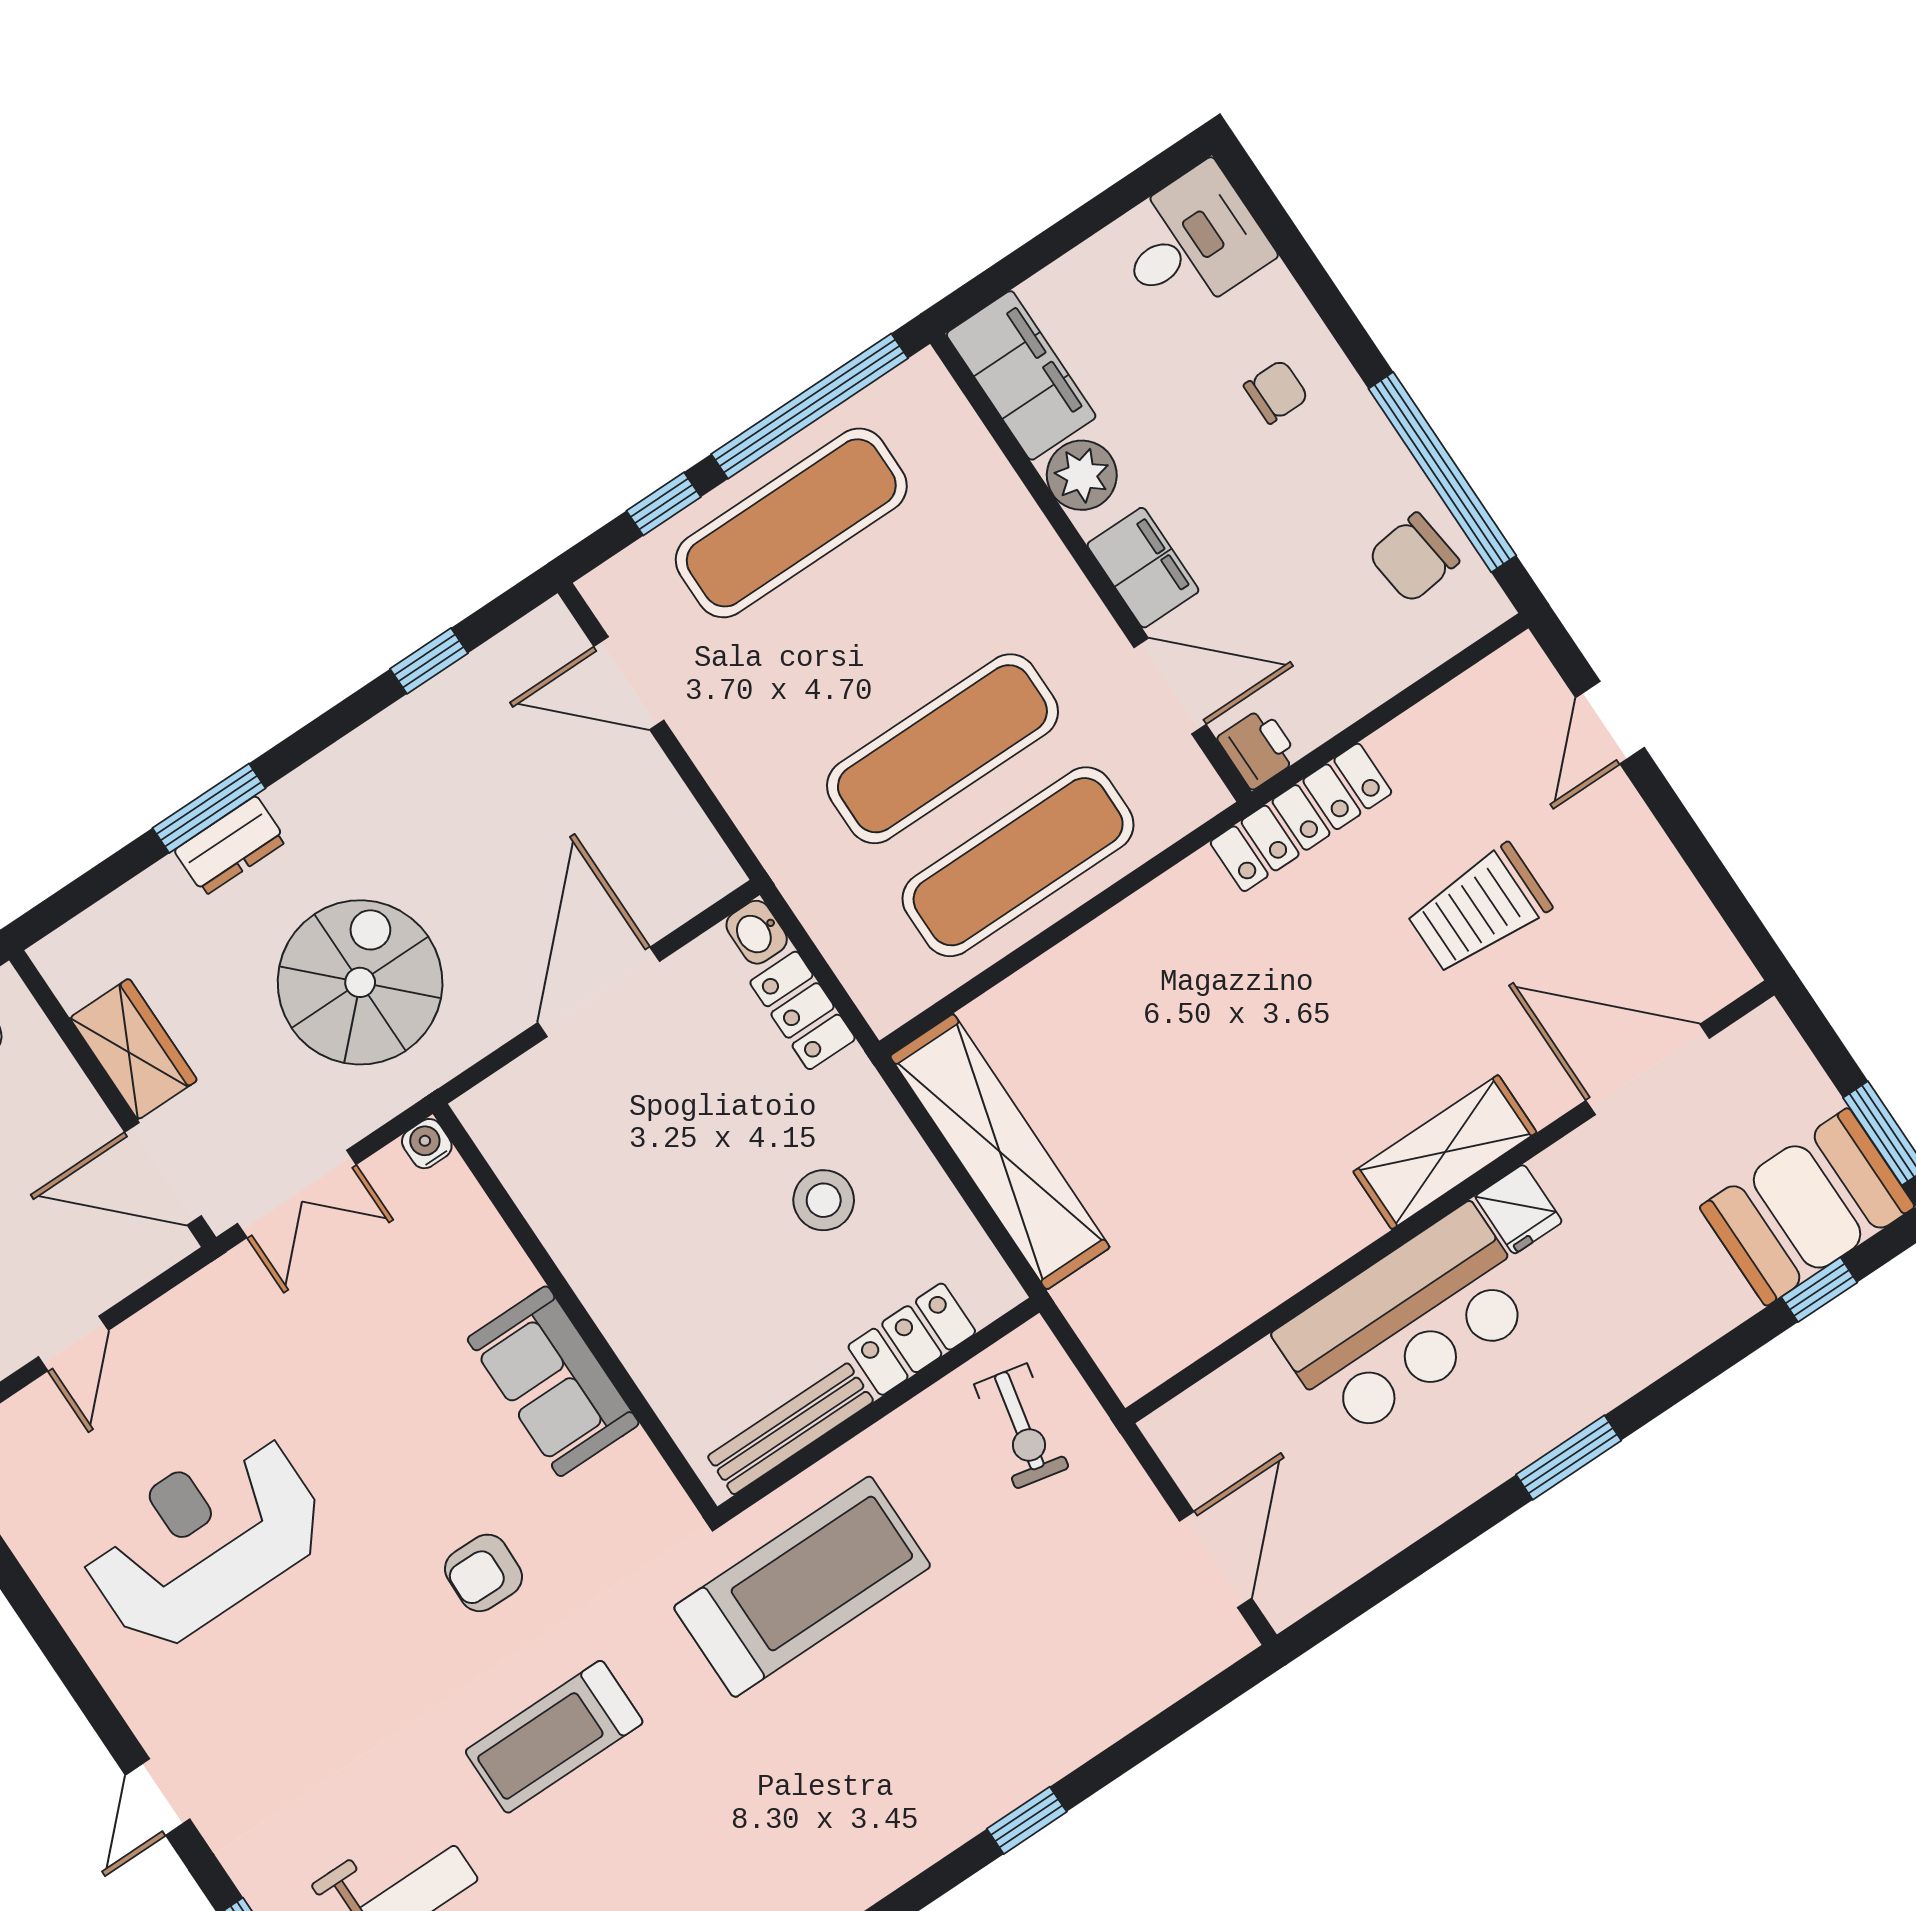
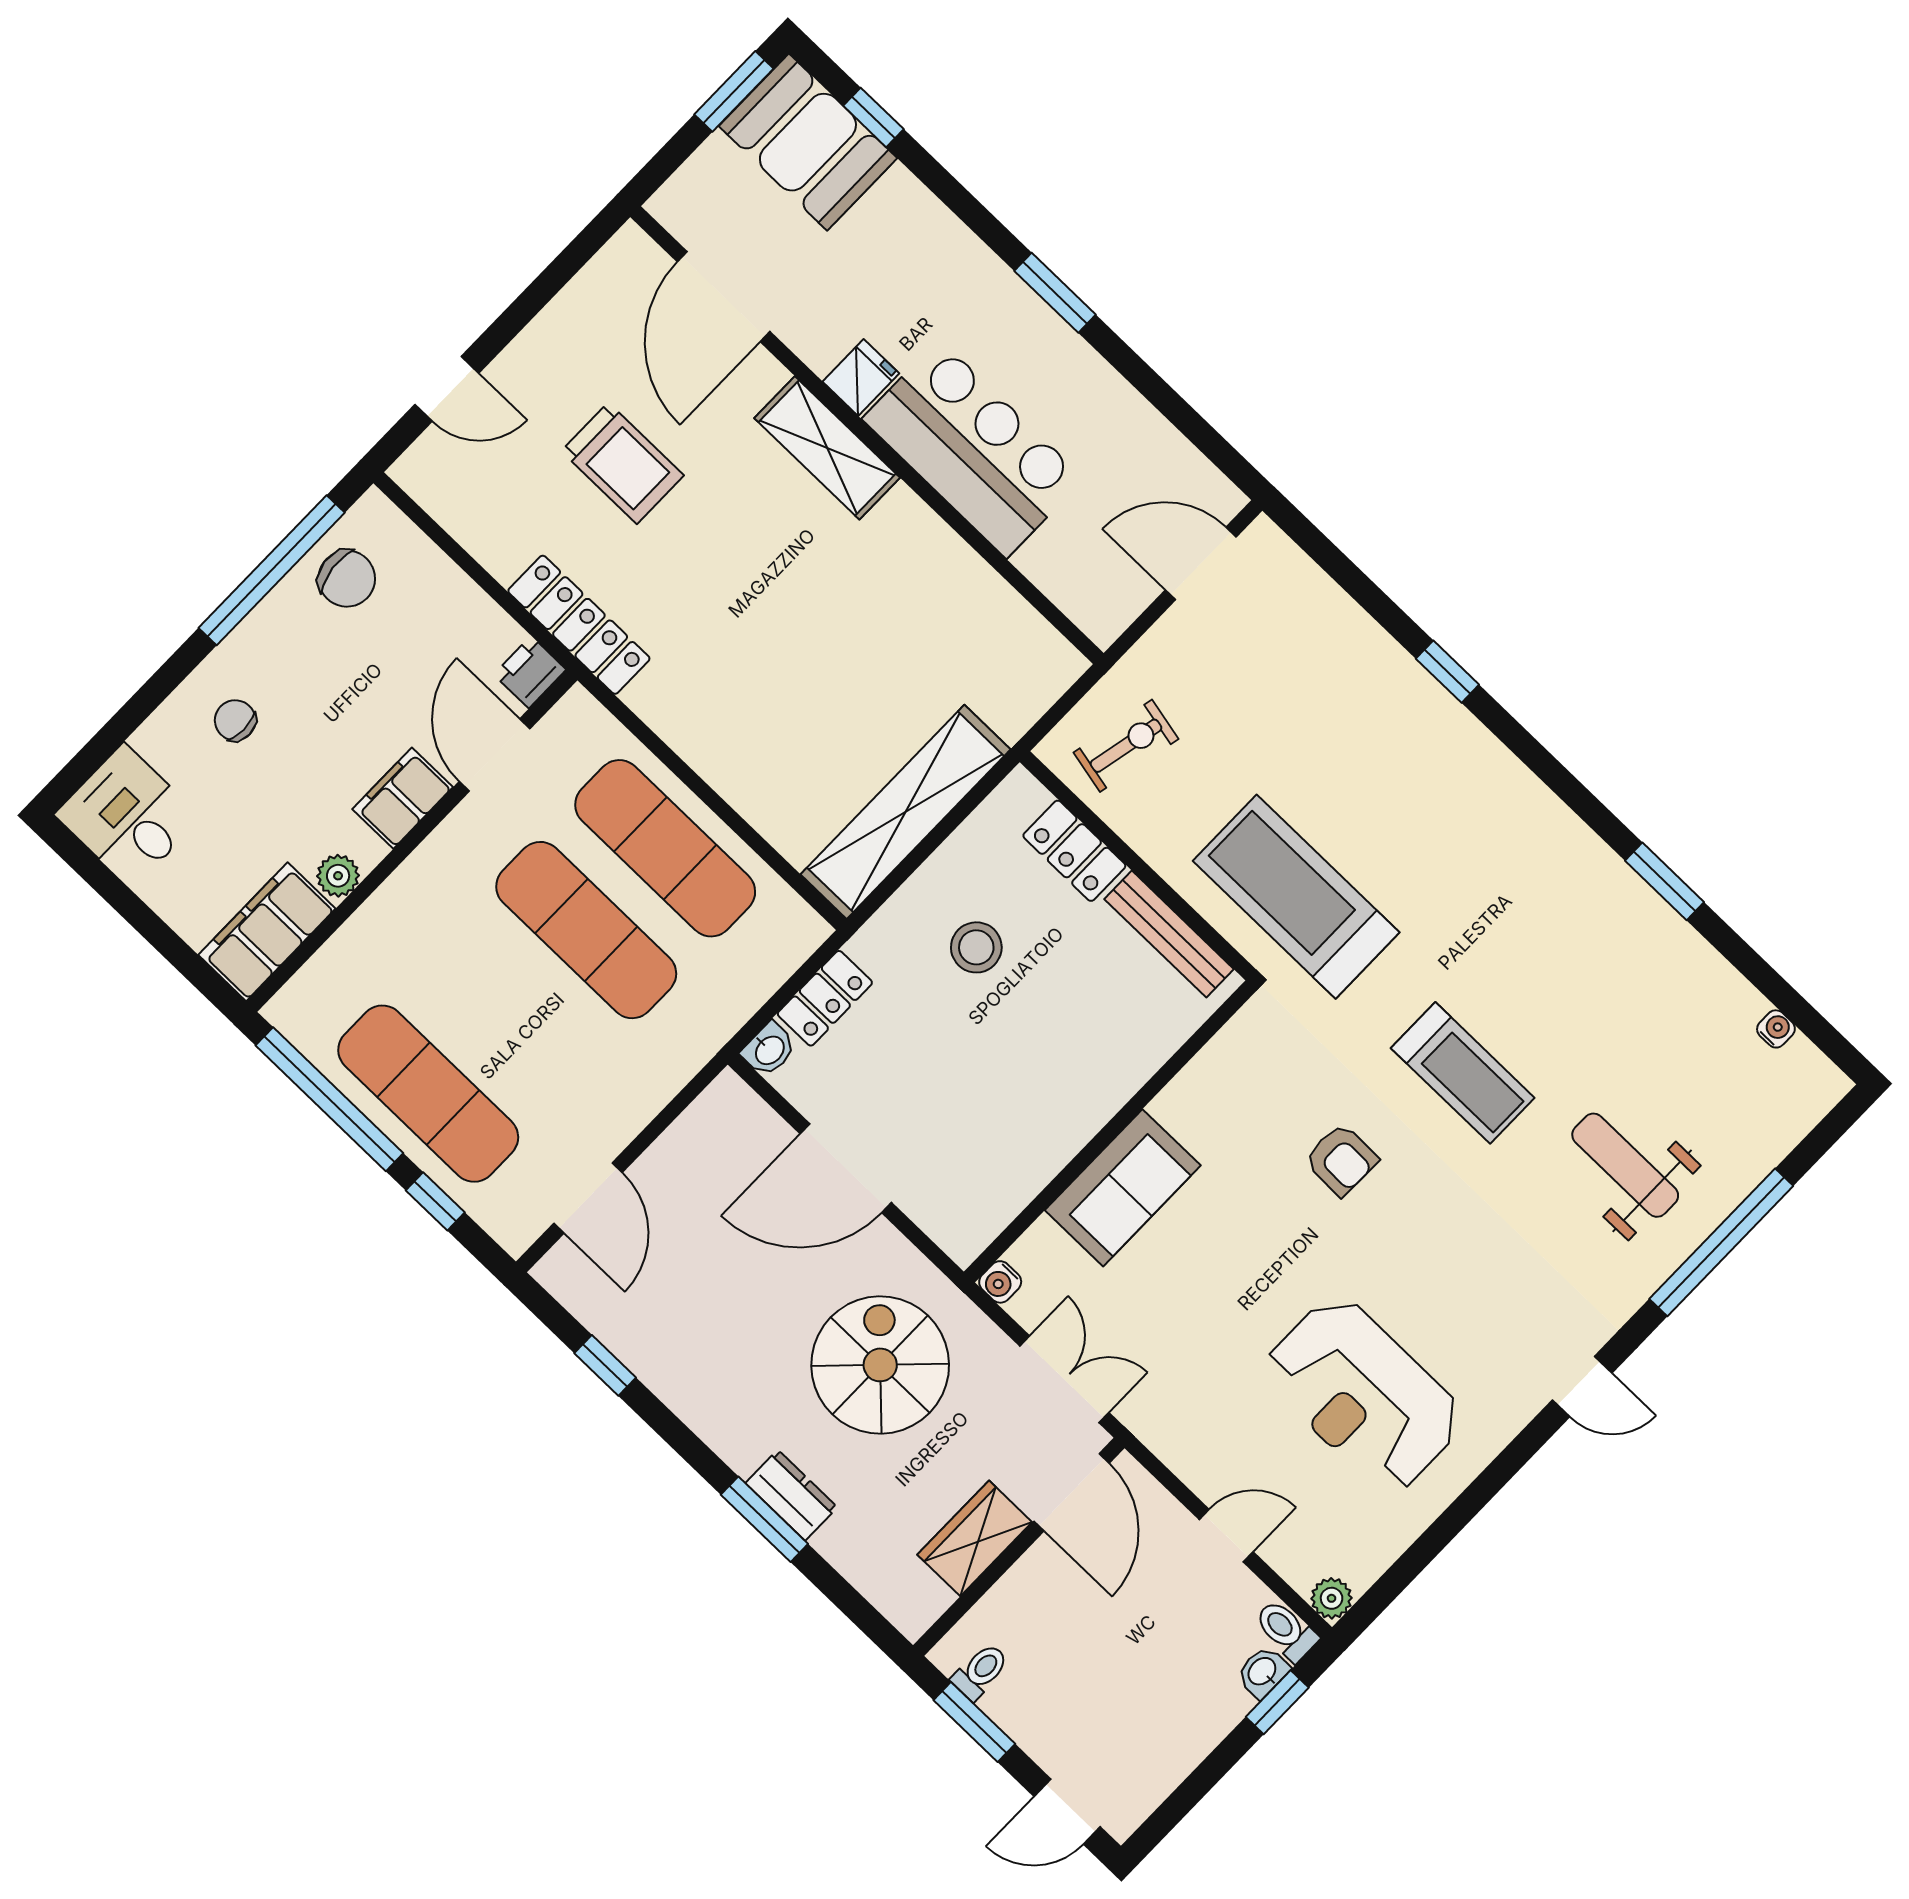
plant: (1082, 475) -> (338, 876), width x0.73, depth x0.73
spiral stairs: (360, 982) -> (880, 1365), turned 90
sofa: (553, 1381) -> (1123, 1188), moved

